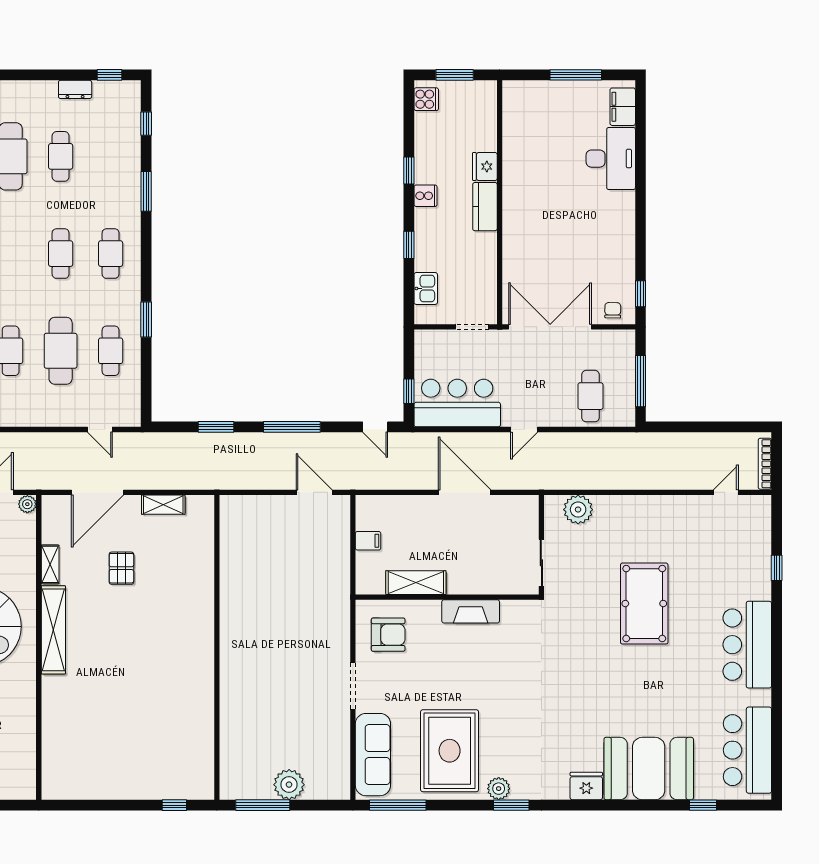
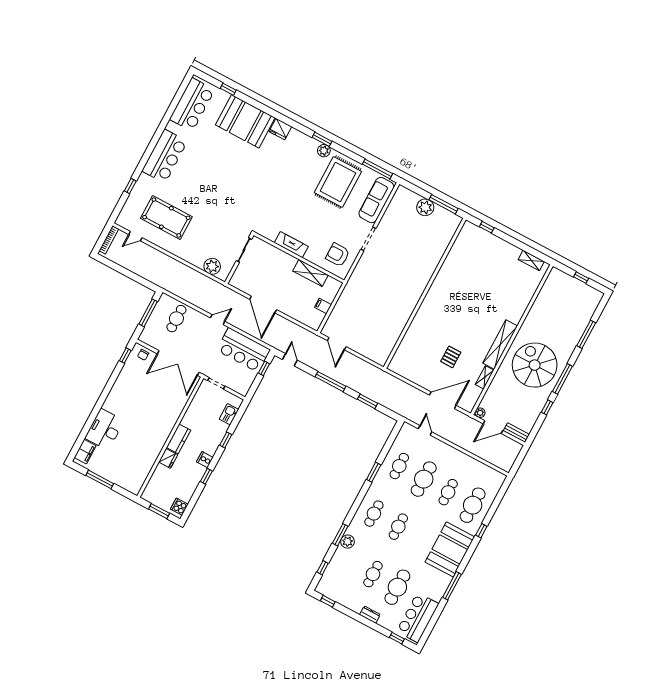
dresser: (75, 89) -> (370, 615), moved
plant: (129, 187) -> (347, 542), added
shelving: (163, 505) -> (531, 260), moved
pool table: (644, 604) -> (166, 218), moved, turned 90

